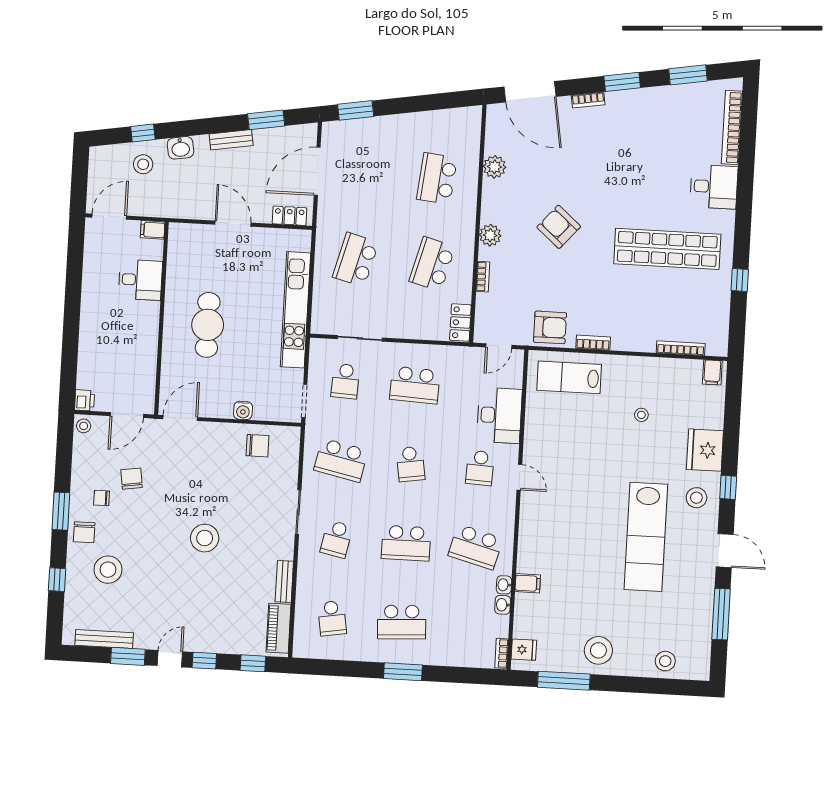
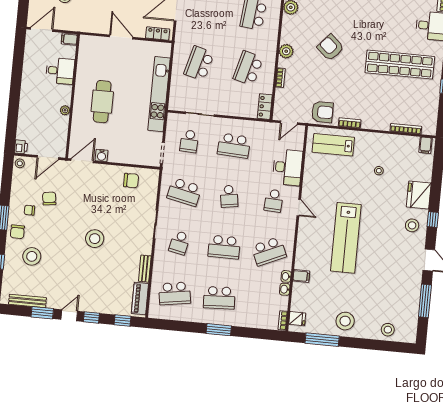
plant: (151, 341) -> (65, 110), added
water cooler: (243, 410) -> (102, 155), moved
lab bench: (646, 537) -> (346, 238), moved
school desk: (476, 547) -> (269, 251), turned -39
school desk: (332, 618) -> (175, 293), width x1.85

